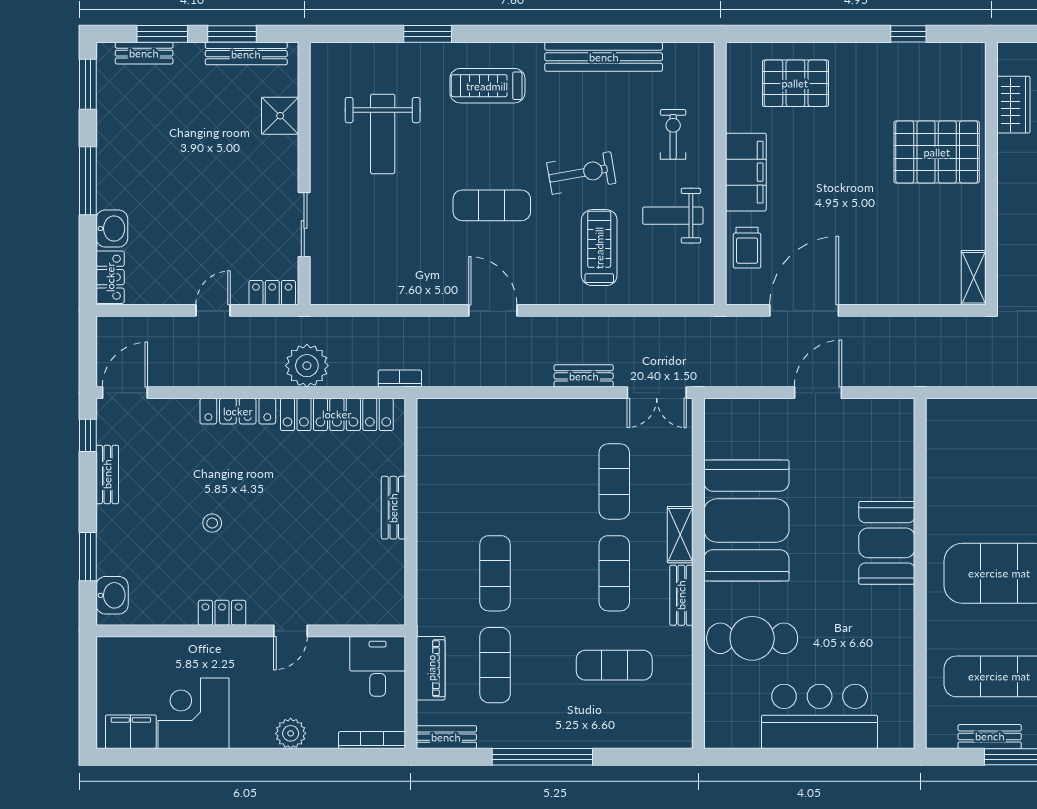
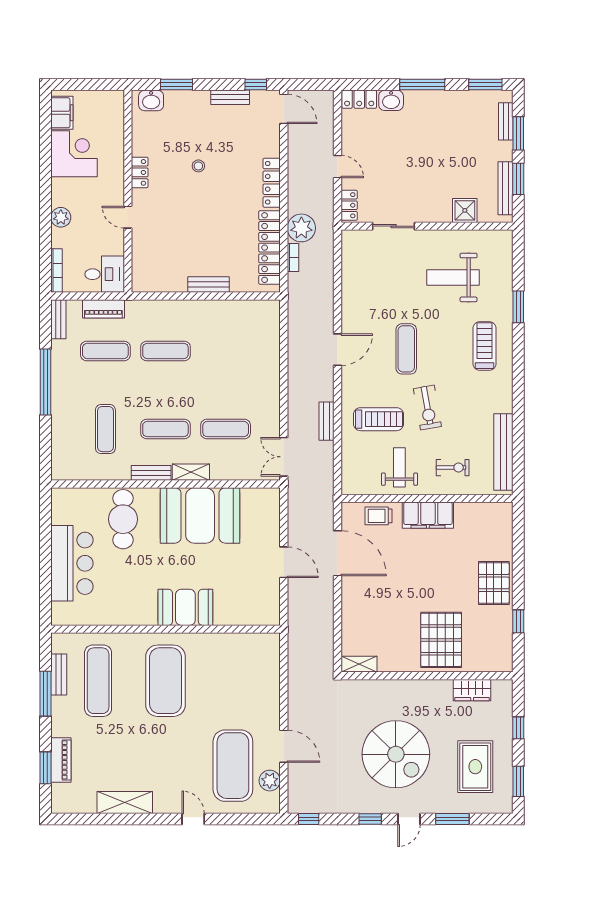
bench: (604, 57) -> (503, 452), moved
pallet: (795, 83) -> (494, 583), moved
bench: (584, 376) -> (327, 421), moved
bookcase: (400, 379) -> (293, 257), moved

